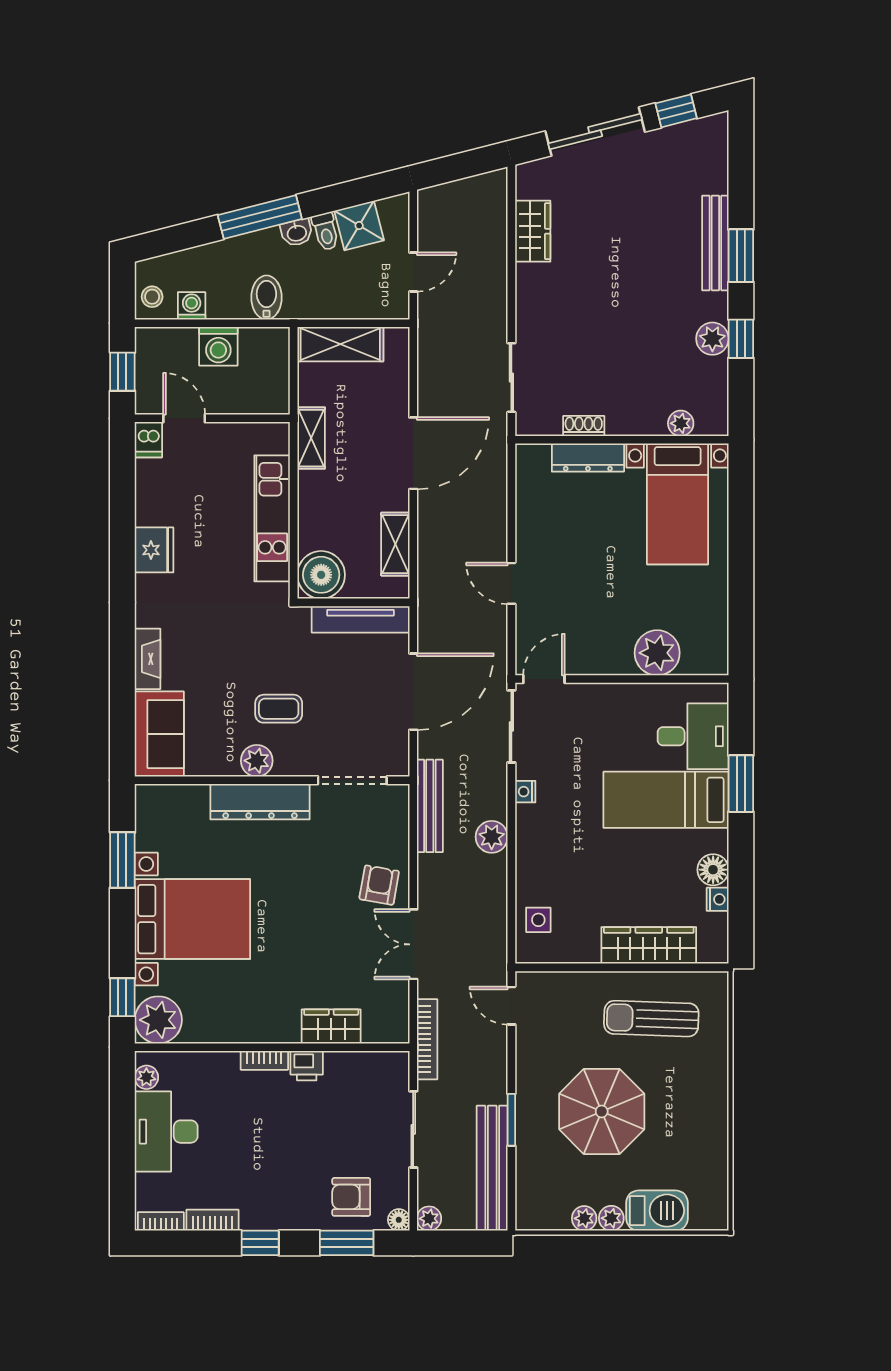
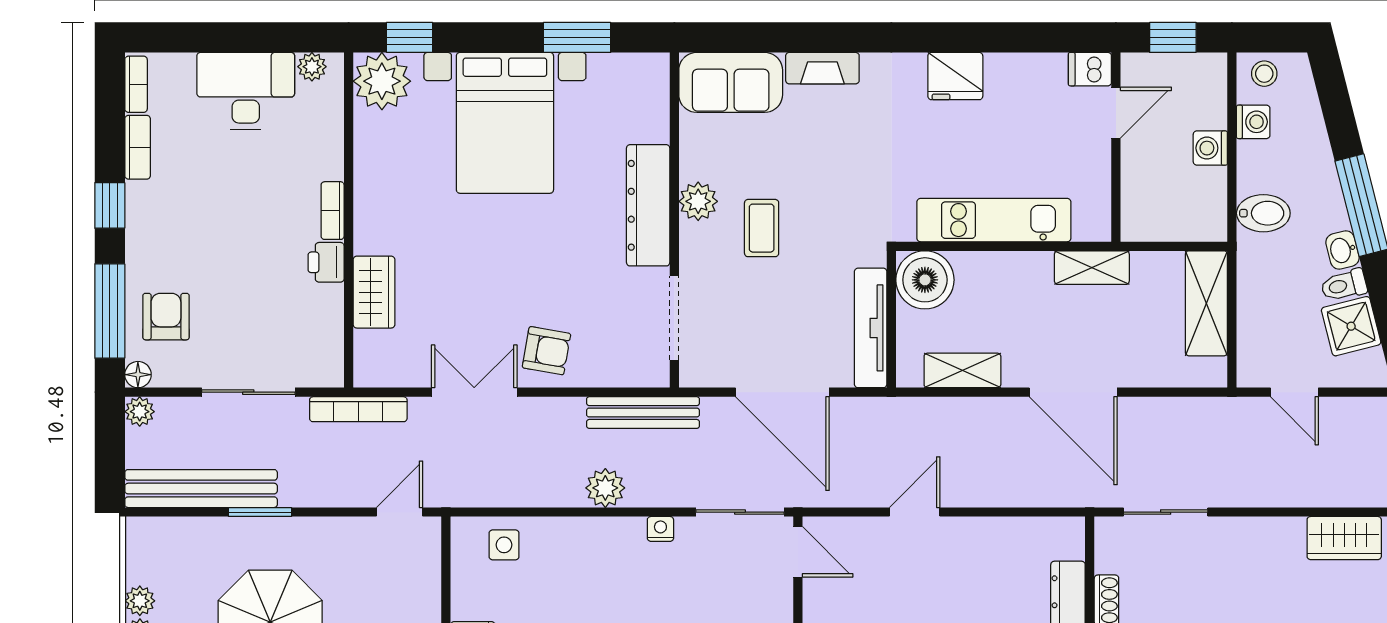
washing machine: (218, 346) -> (1210, 148), width x0.73, depth x0.73
window: (347, 1243) -> (110, 311), width x1.44

